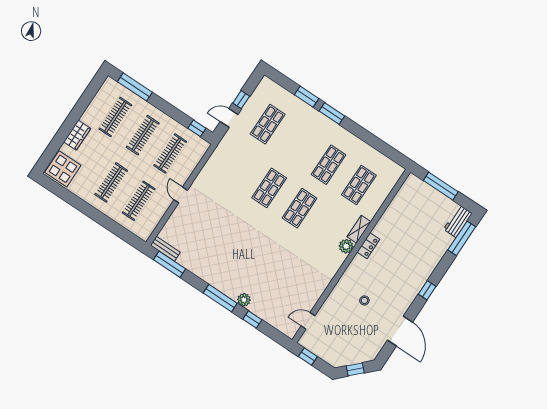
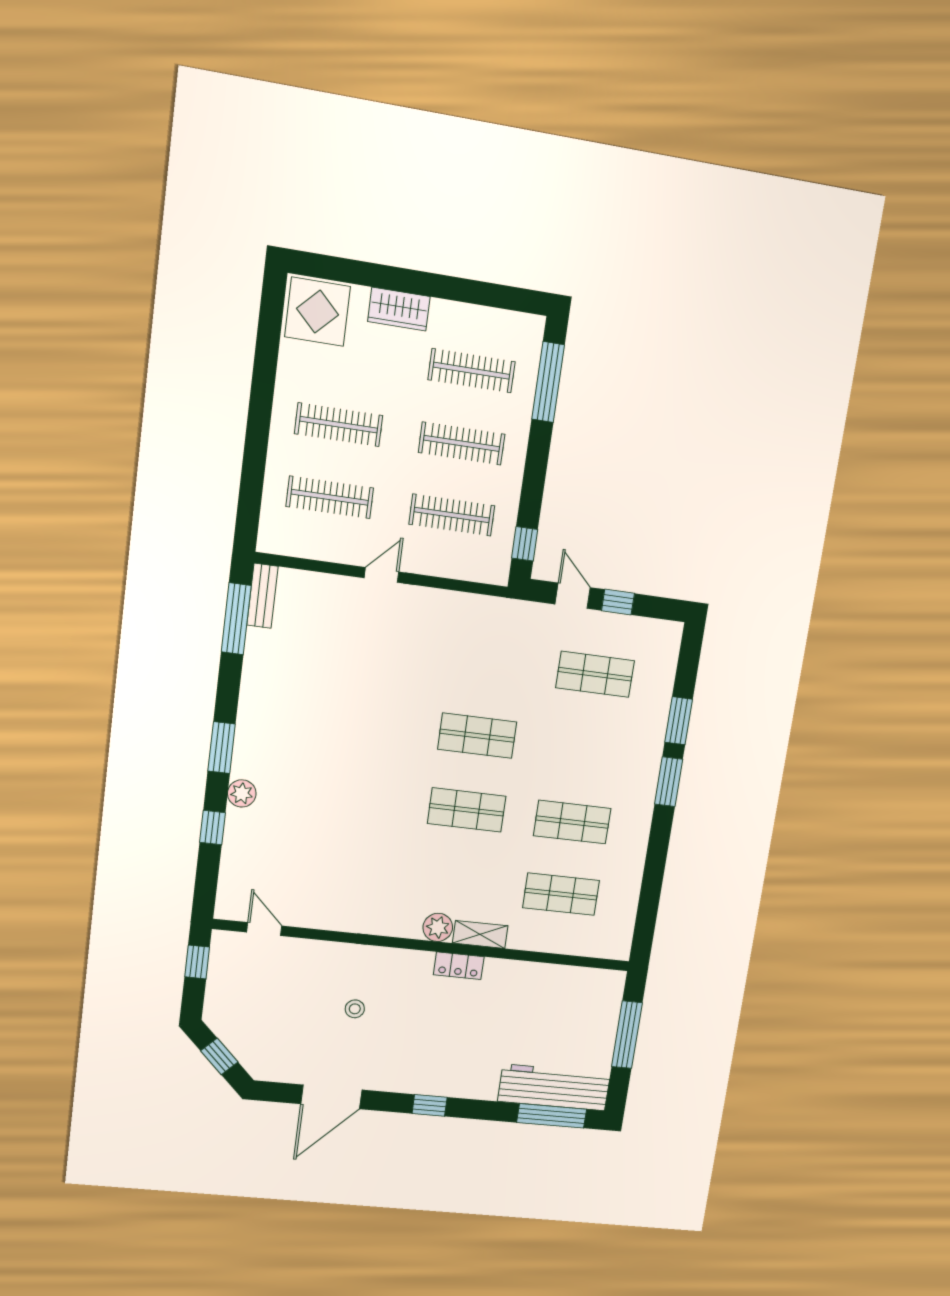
workbench: (458, 221) -> (554, 1087), width x1.88, depth x1.32
window: (220, 298) -> (222, 748), width x0.69

